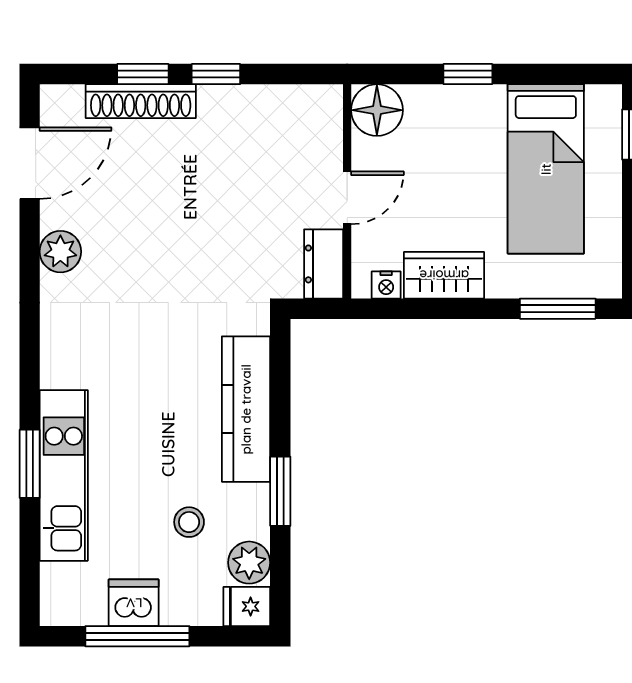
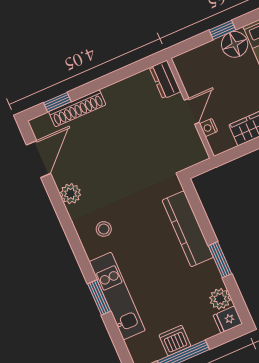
window: (143, 74) -> (57, 102), moved
window: (216, 74) -> (106, 81), removed
floor lamp: (377, 110) -> (235, 44), moved
dresser: (324, 264) -> (165, 80), moved
nightstand: (386, 285) -> (209, 128), moved, turned 90
stool: (189, 522) -> (104, 229), moved

